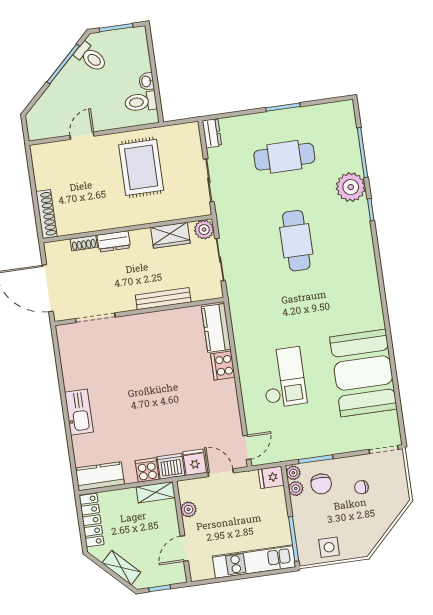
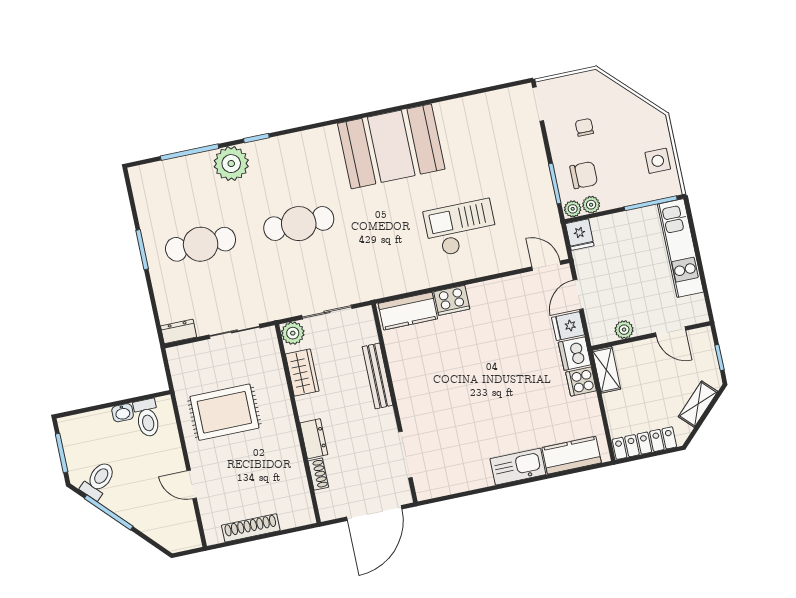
cafe table: (284, 157) -> (201, 244), turned 90
shoe rack: (46, 214) -> (251, 528), moved
booth: (363, 373) -> (391, 146), moved
kitchen counter: (100, 476) -> (572, 455), moved, turned 90
chair: (361, 487) -> (584, 127), turned 180

